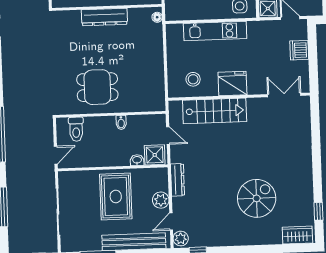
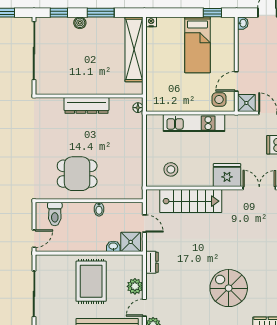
fridge: (232, 84) -> (227, 175), moved
dresser: (177, 180) -> (152, 262), width x0.70
spiral stairs: (257, 198) -> (229, 288), turned -90

